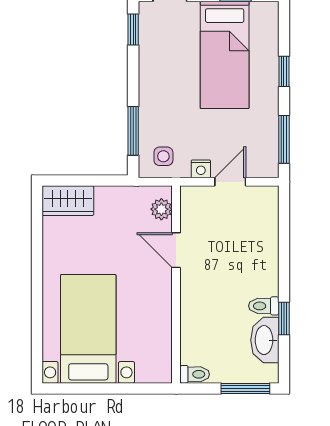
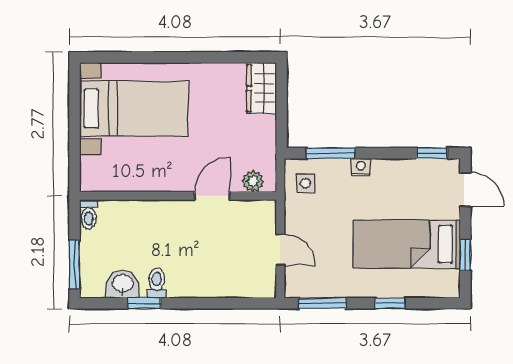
nightstand: (201, 169) -> (361, 167), moved, turned 90
washbasin: (265, 340) -> (123, 284), width x0.72

